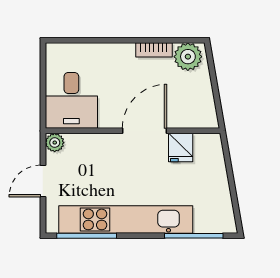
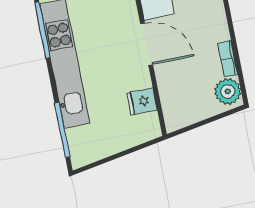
door: (144, 131) -> (147, 44), moved

